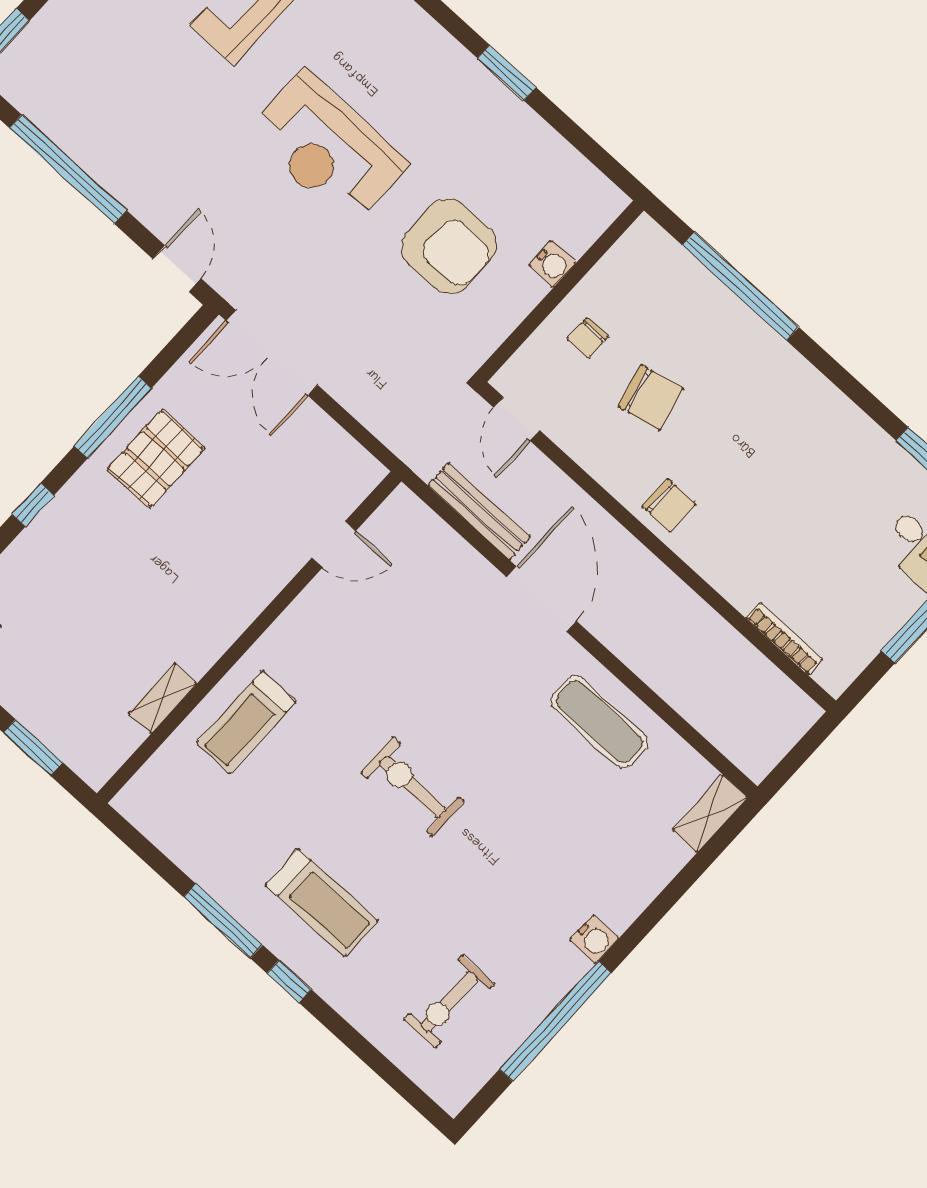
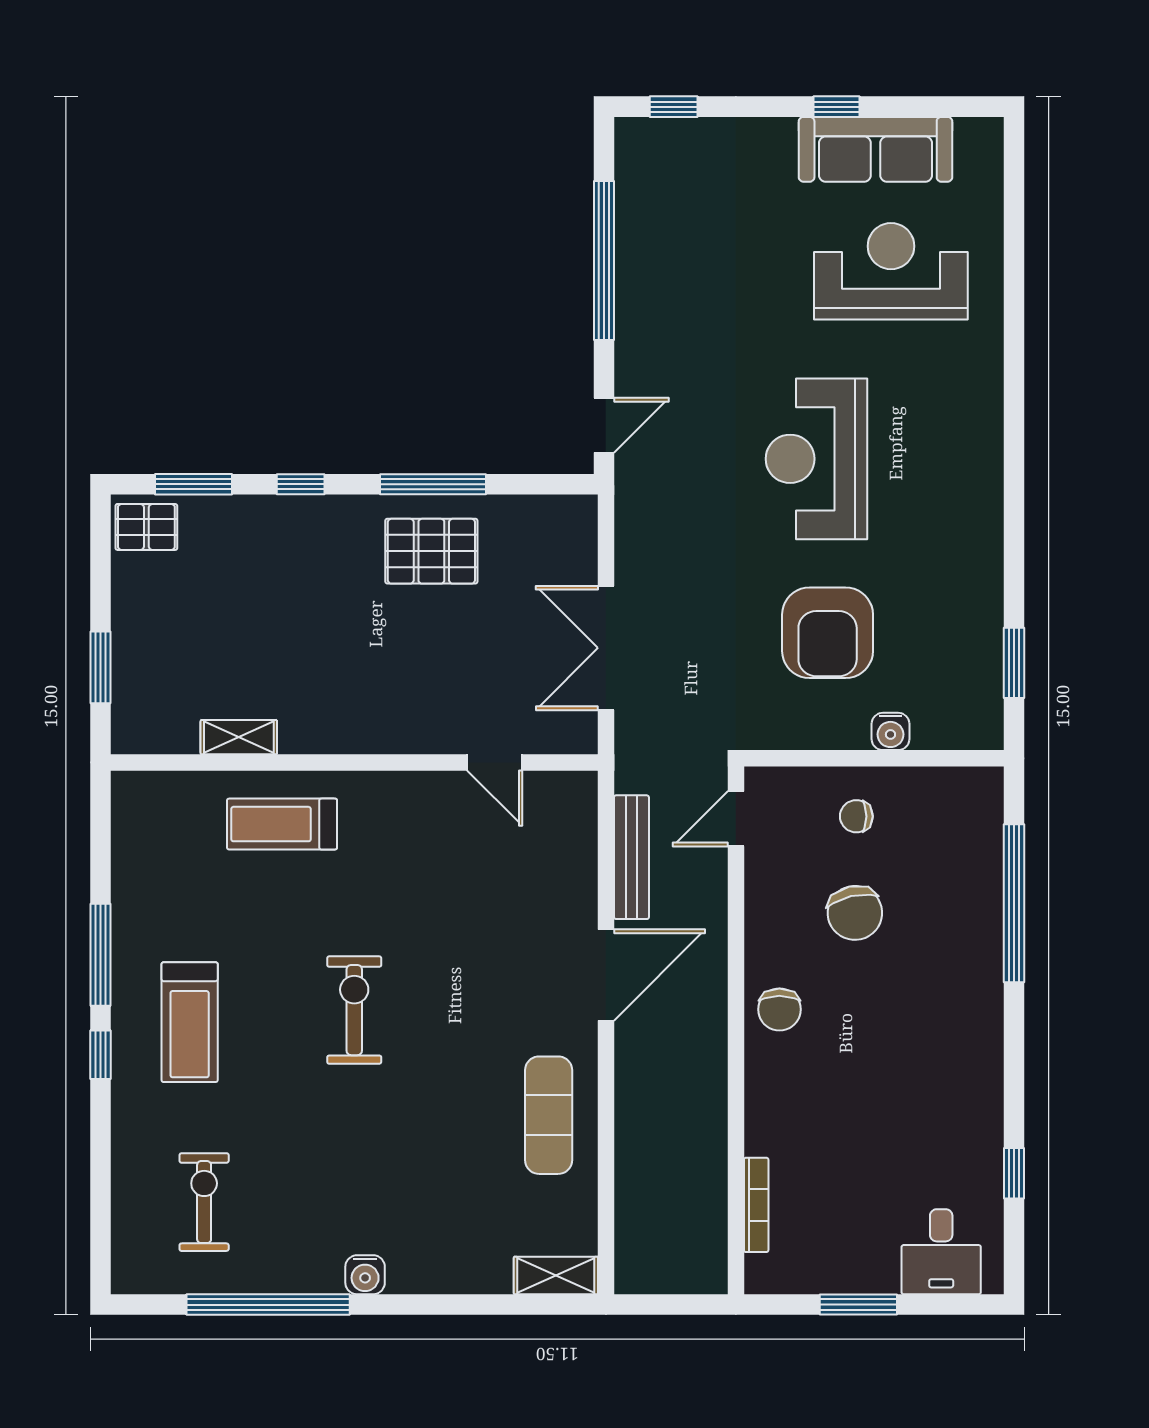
window: (507, 73) -> (1014, 663), moved
double door: (272, 353) -> (606, 648), moved
exercise bike: (449, 1002) -> (204, 1202), turned 90

